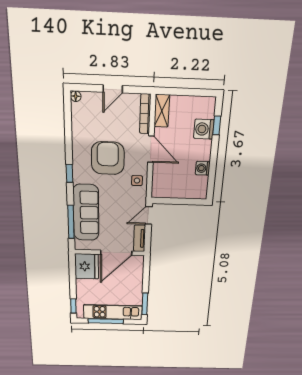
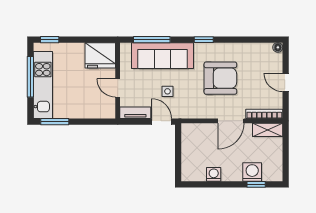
side table: (137, 181) -> (167, 91), moved
door: (116, 253) -> (118, 88), width x0.53

